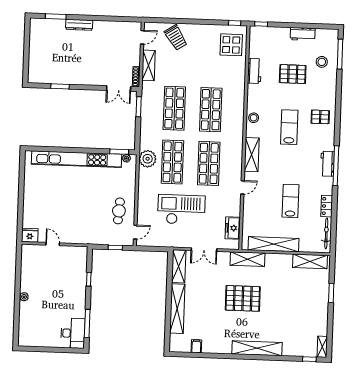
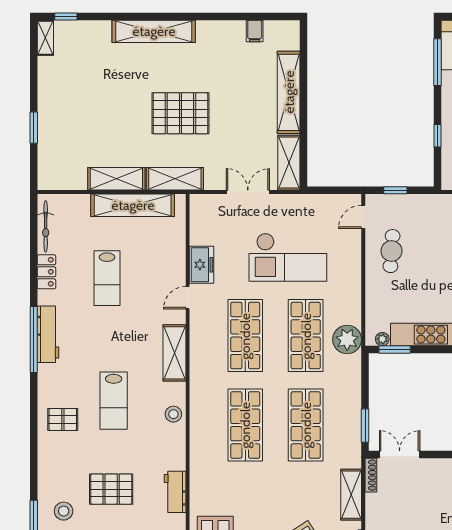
workbench: (327, 164) -> (48, 334), width x1.38
freezer: (233, 228) -> (202, 265), moved
shelving: (310, 261) -> (116, 179), moved

